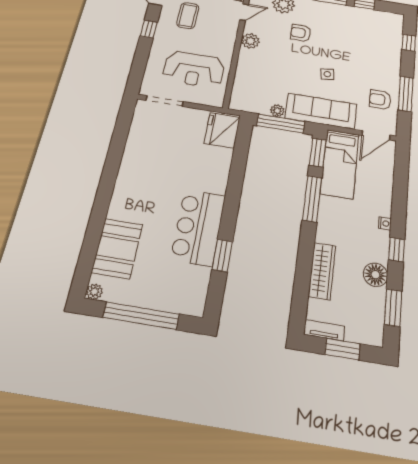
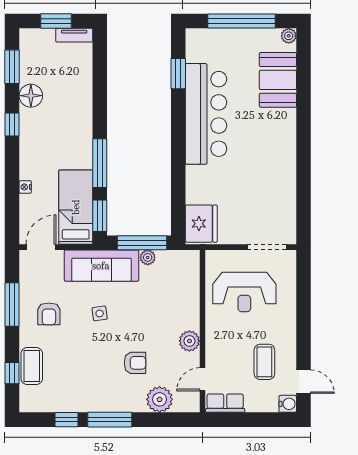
window: (149, 29) -> (303, 335), removed
coffee table: (391, 45) -> (32, 366), added
reception desk: (194, 69) -> (244, 292), turned 180
armchair: (380, 100) -> (49, 314), moved, turned 90
nightstand: (385, 223) -> (25, 187), moved
bar counter: (198, 227) -> (206, 114), width x1.36
window: (222, 255) -> (178, 74), moved
wardrobe: (322, 271) -> (82, 91), removed

